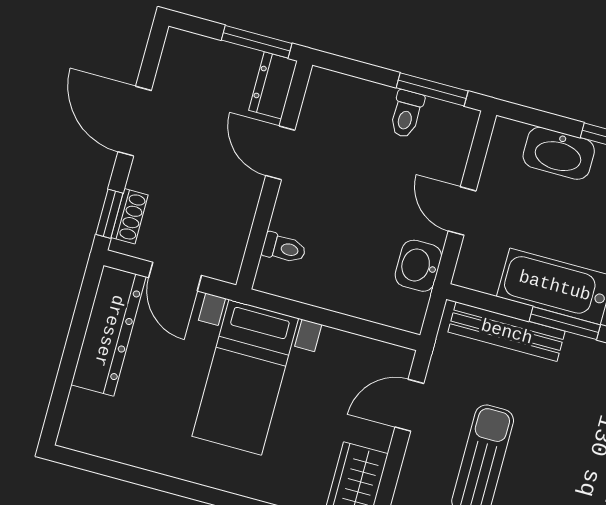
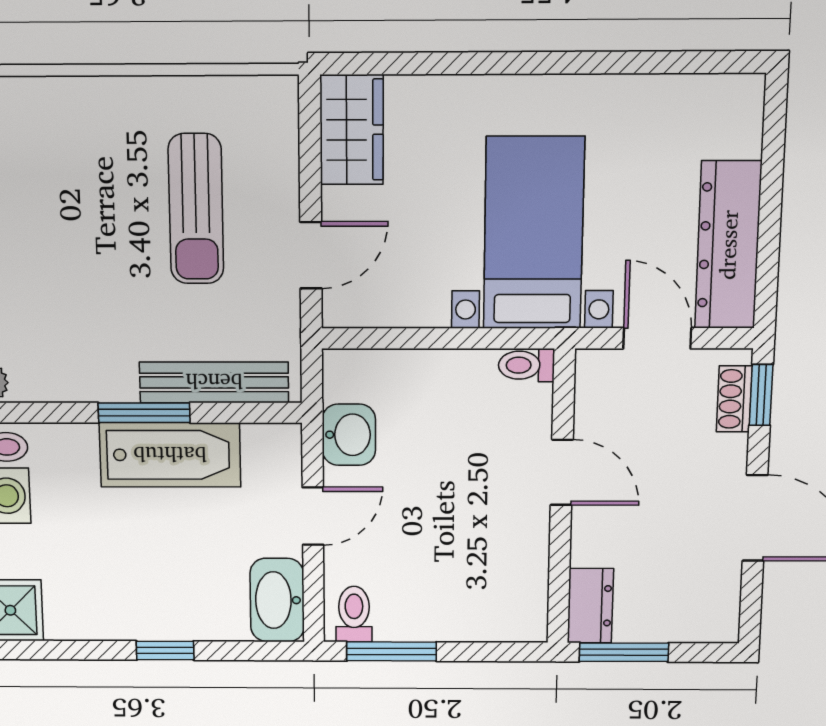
toilet: (406, 114) -> (354, 614), moved
door: (280, 153) -> (562, 472), moved
washbasin: (559, 153) -> (277, 600), moved, turned -90
door: (462, 211) -> (313, 516), hinge flipped
toilet: (284, 248) -> (526, 365), moved

